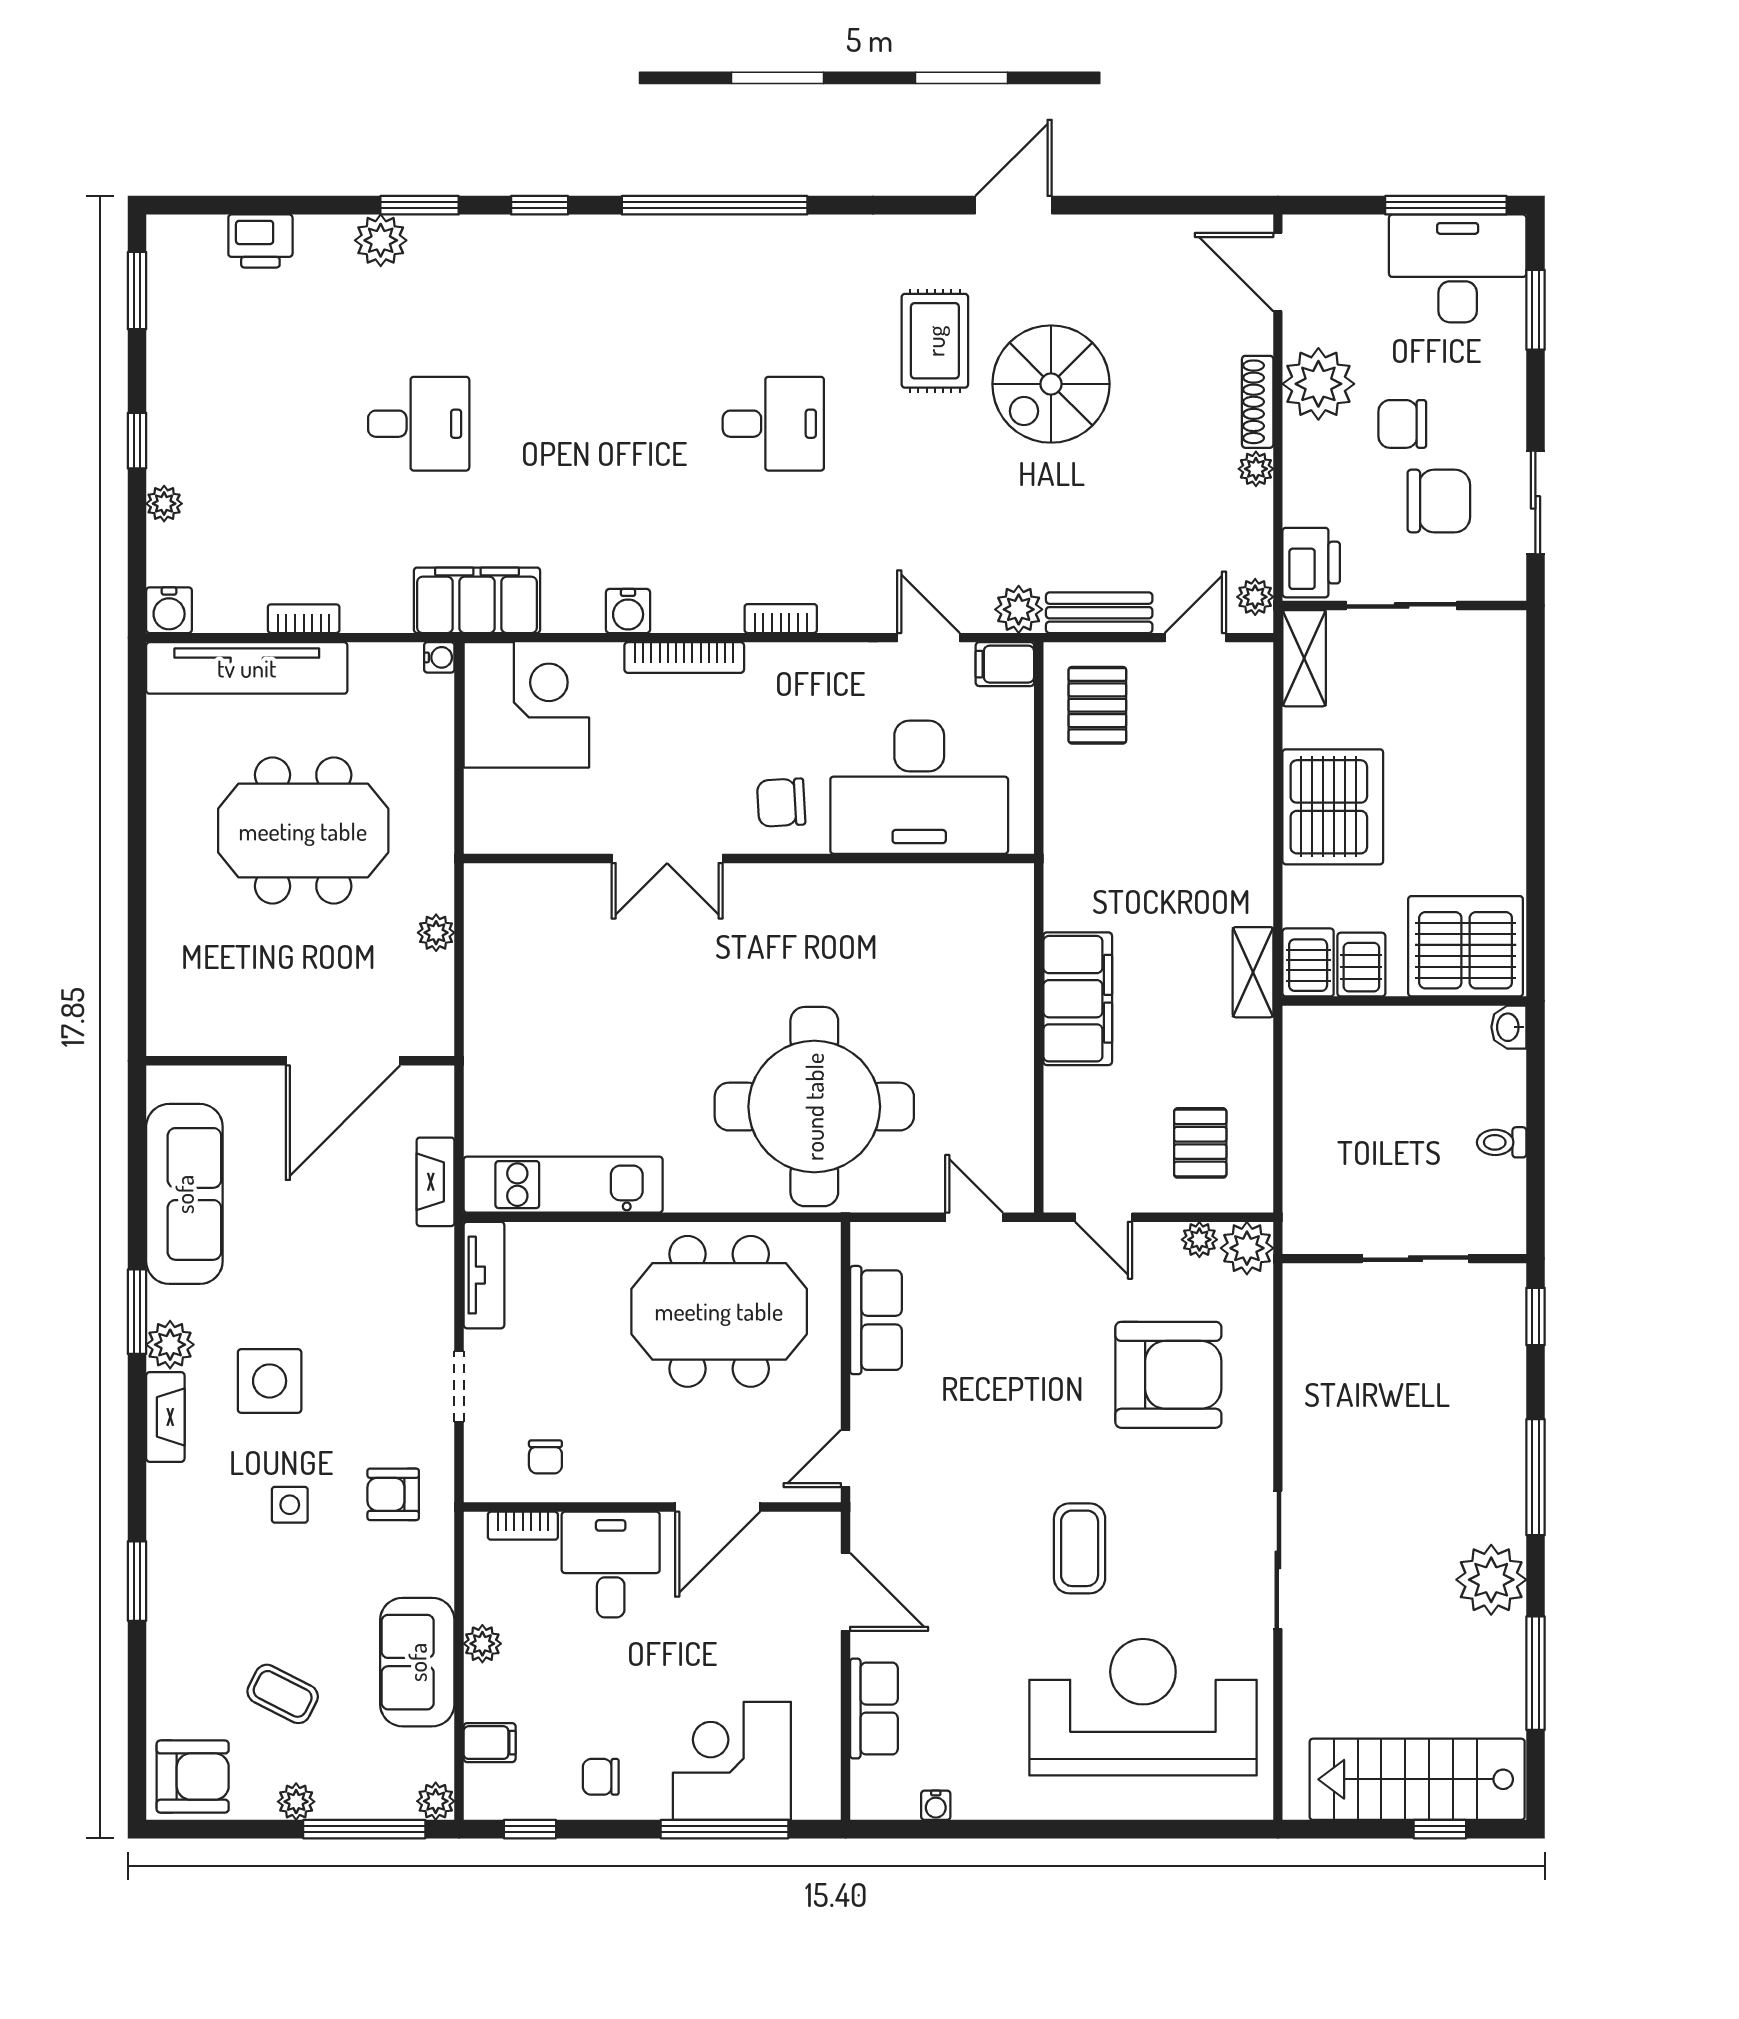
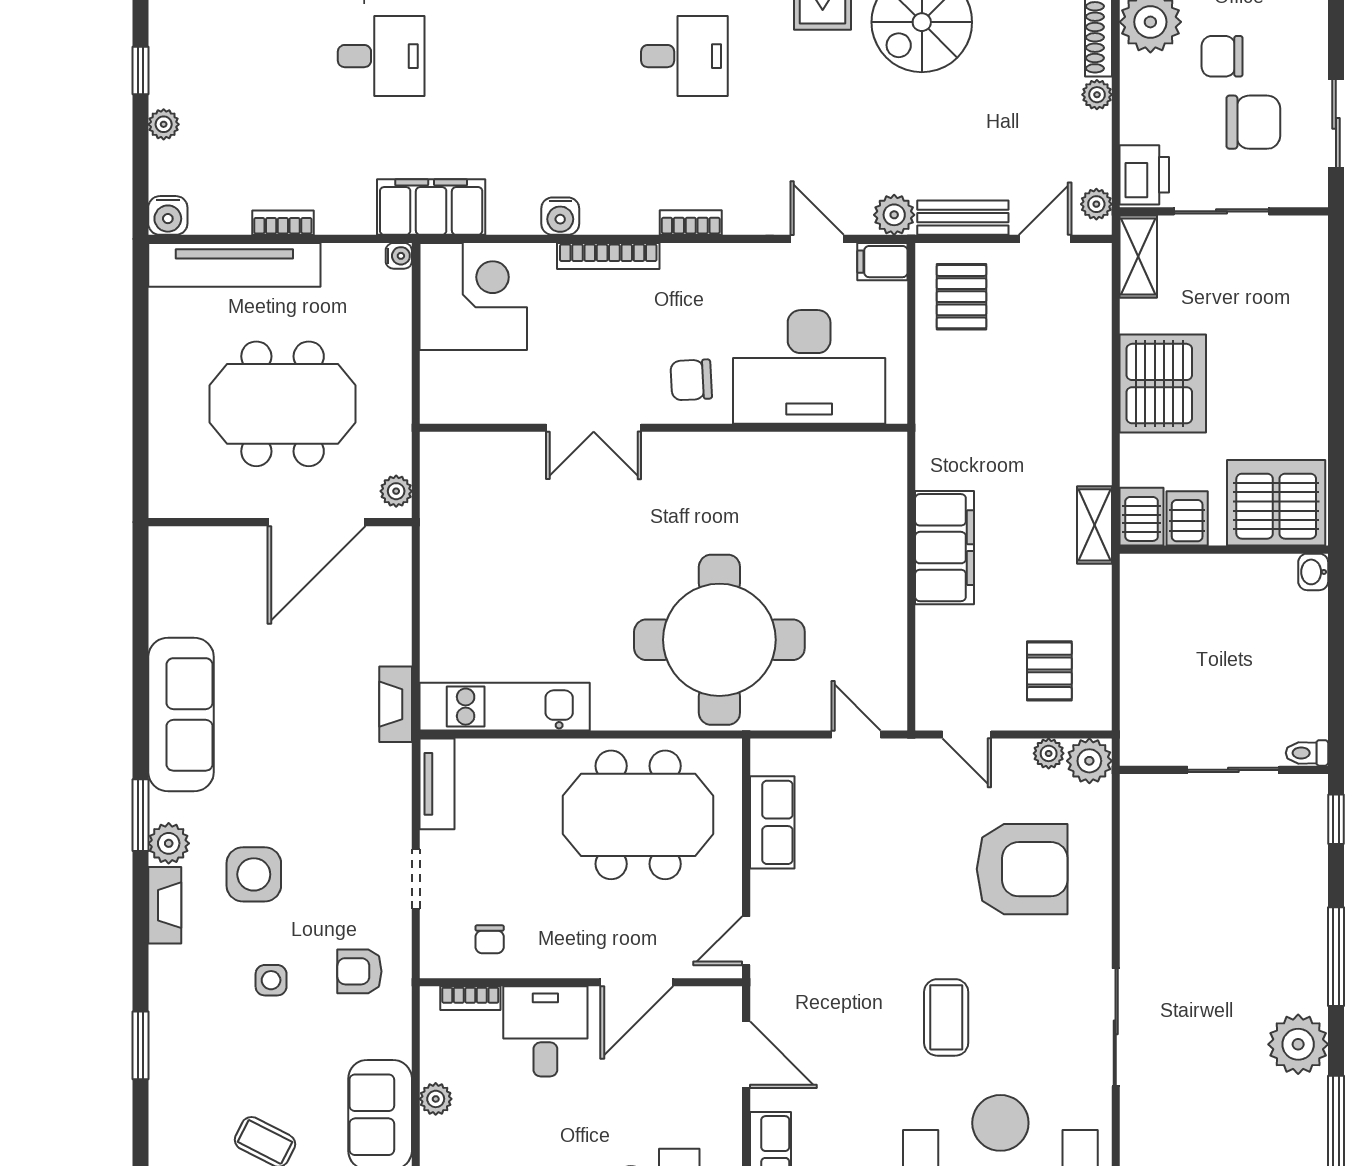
wall: (300, 1061) -> (280, 522), moved
door: (343, 1061) -> (317, 522), moved
toilet: (1502, 1142) -> (1307, 753), moved

